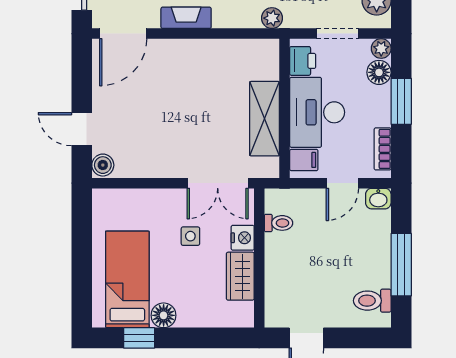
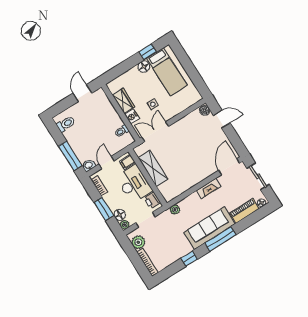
window: (401, 265) -> (70, 156), moved

